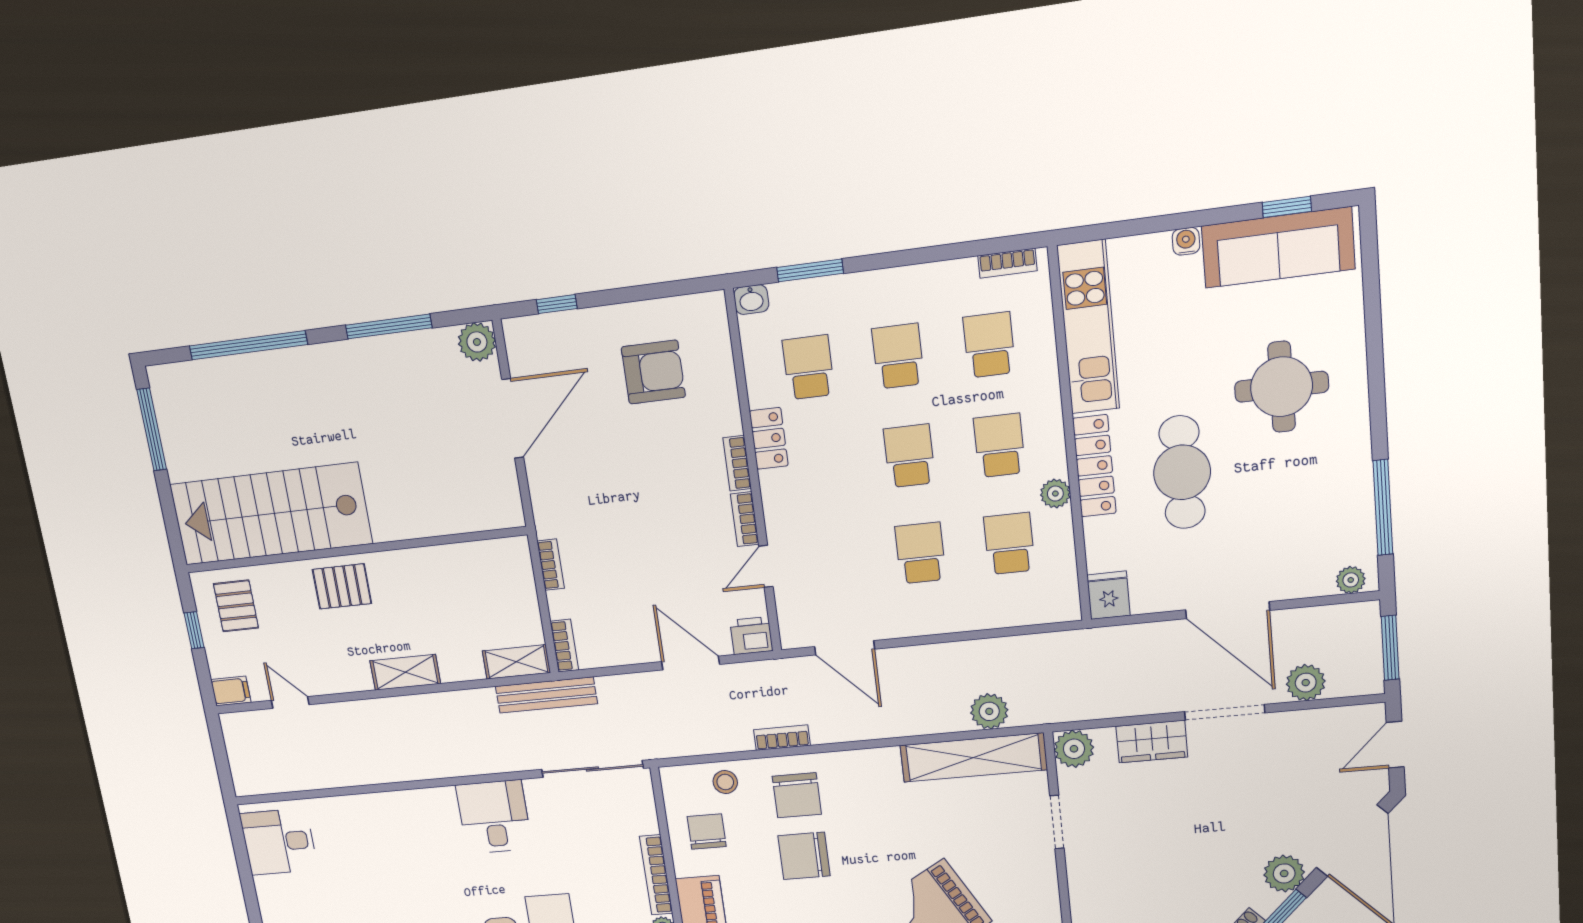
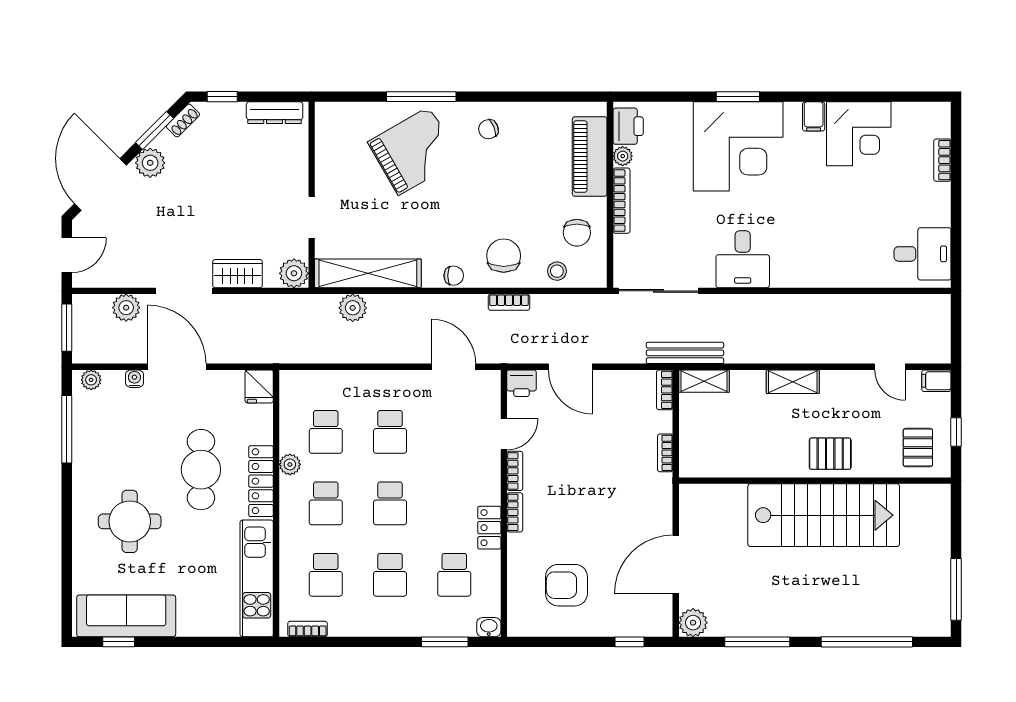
water cooler: (1186, 241) -> (134, 379), moved, turned 180
stairs: (271, 514) -> (824, 515), moved
chair: (804, 856) -> (454, 276), moved, width x0.54, depth x0.54

